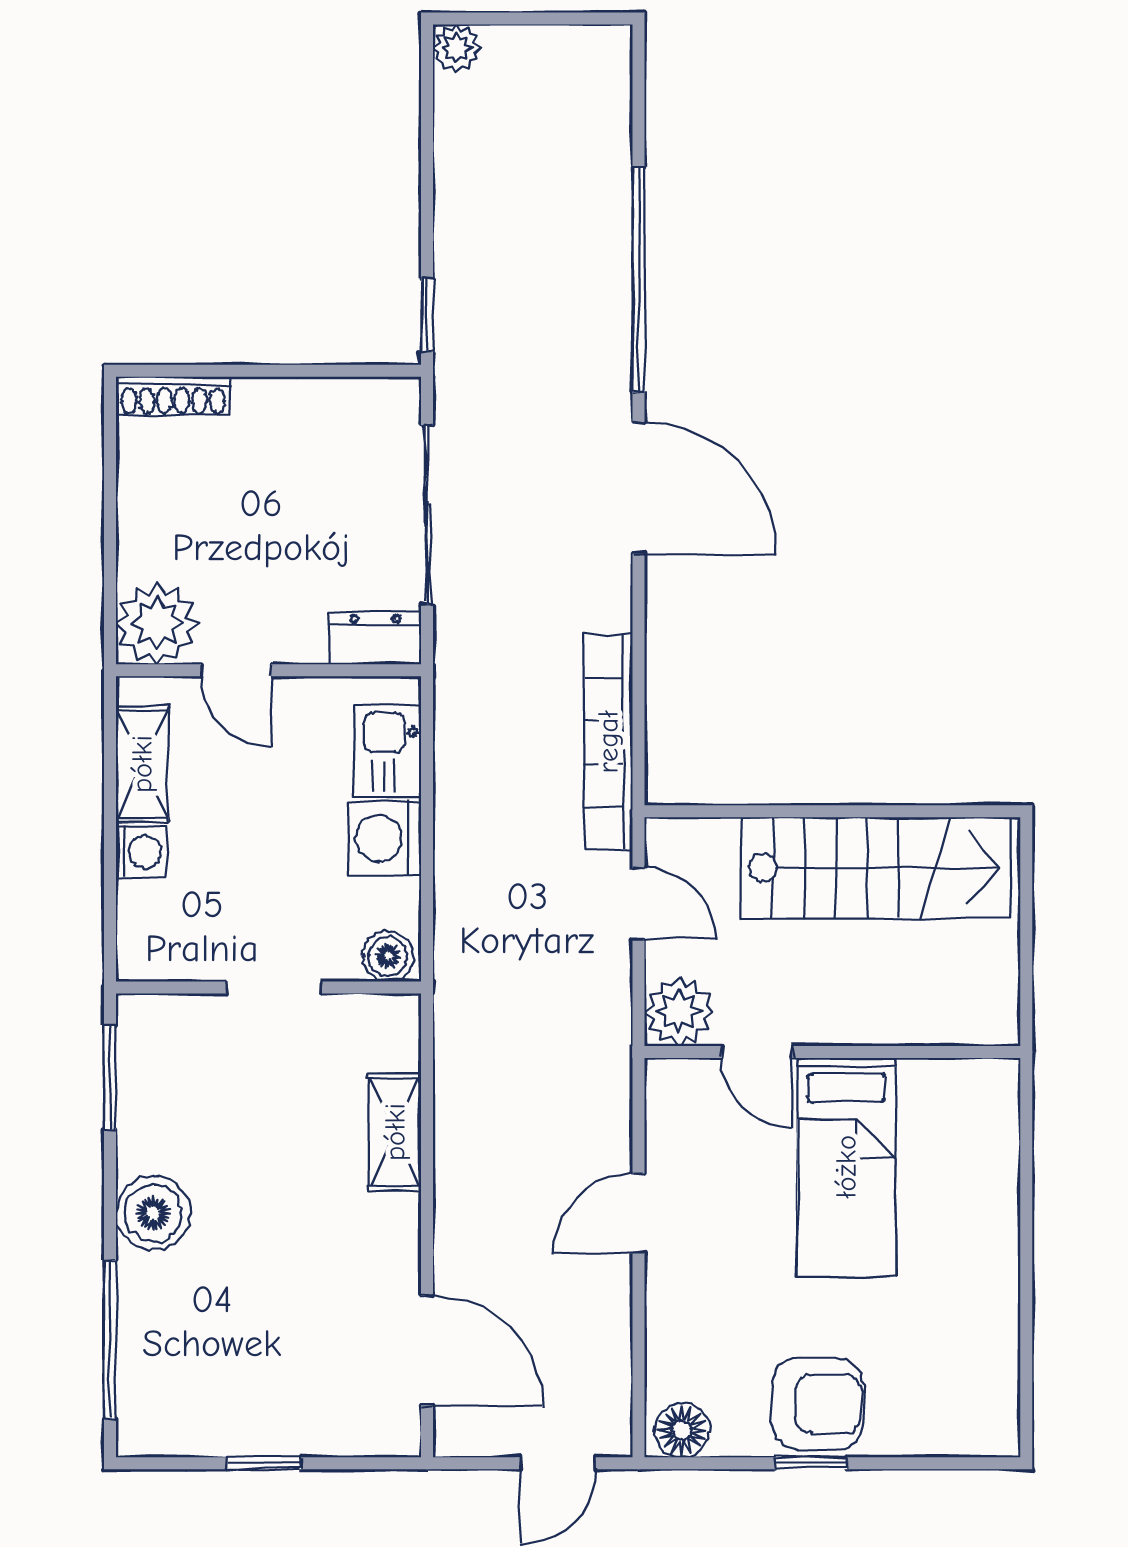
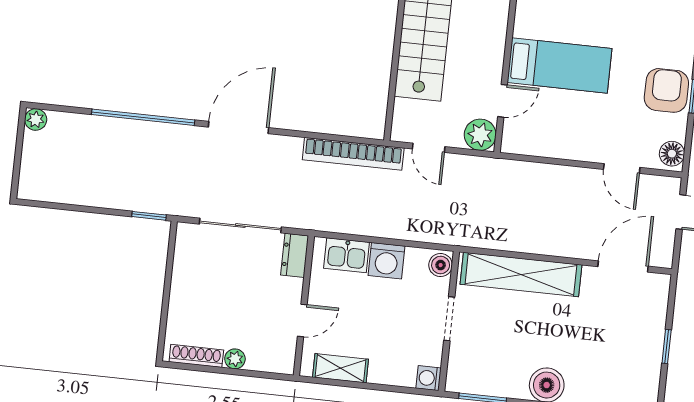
plant: (457, 48) -> (36, 119), moved
shoe rack: (173, 396) -> (196, 356), moved, turned -90
plant: (157, 623) -> (235, 359), moved, width x0.53, depth x0.53
washing machine: (141, 852) -> (429, 378), moved, turned -90
door: (639, 903) -> (429, 148), swing flipped
shelving: (395, 1132) -> (521, 275), width x2.20, depth x1.33
door: (639, 1213) -> (622, 168), moved

